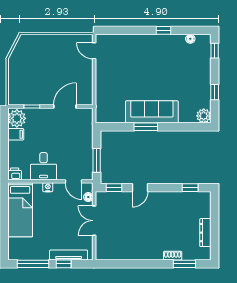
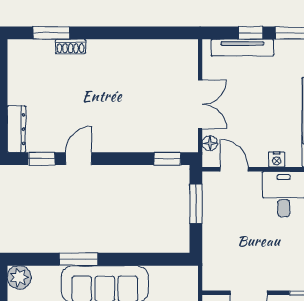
window: (146, 127) -> (79, 259), moved
door: (140, 188) -> (79, 159), moved
dresser: (205, 233) -> (16, 129), moved

